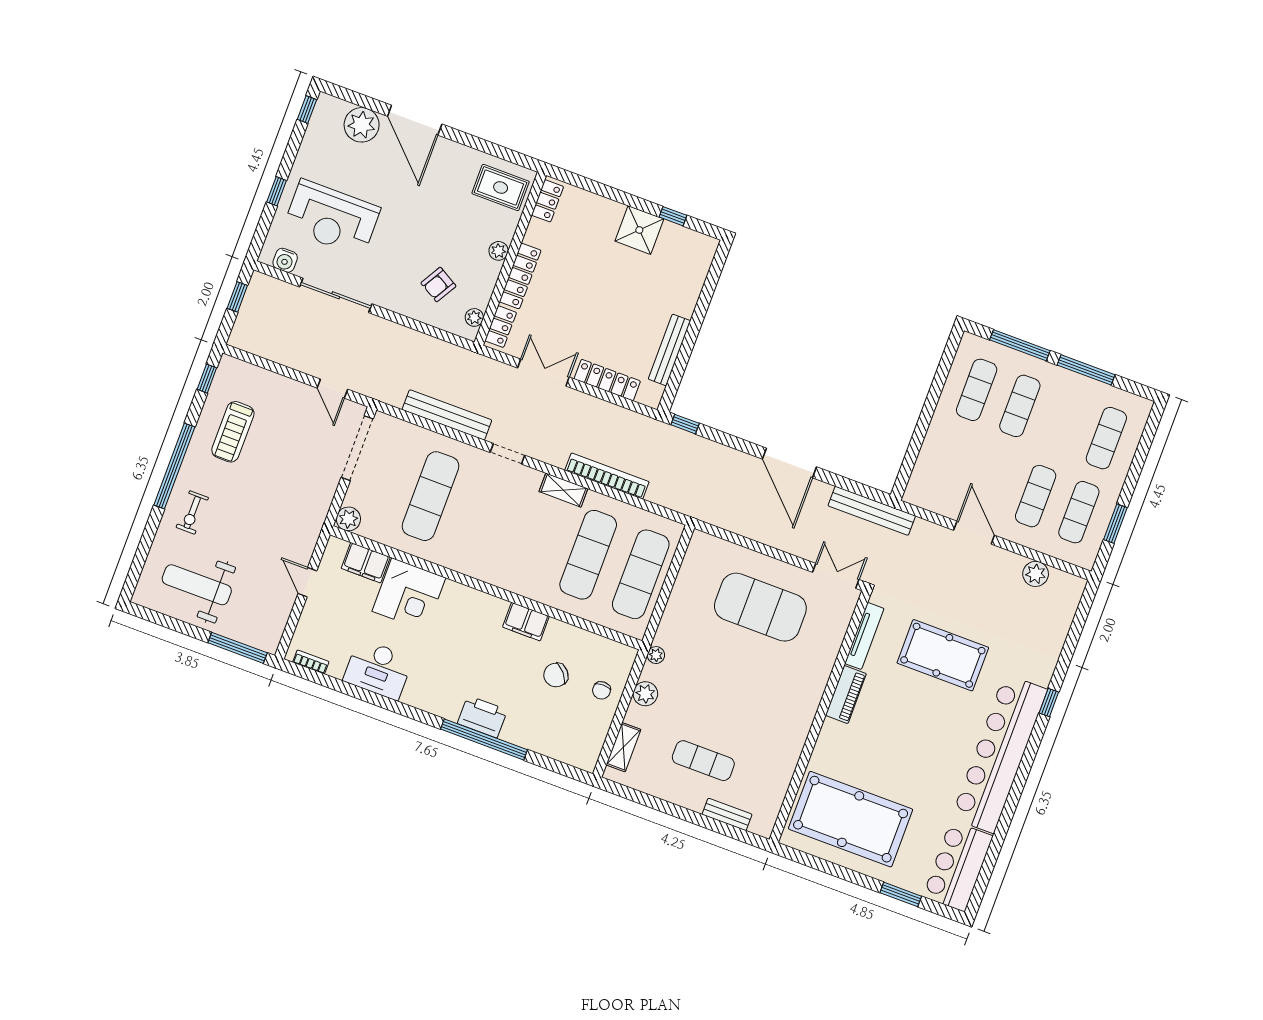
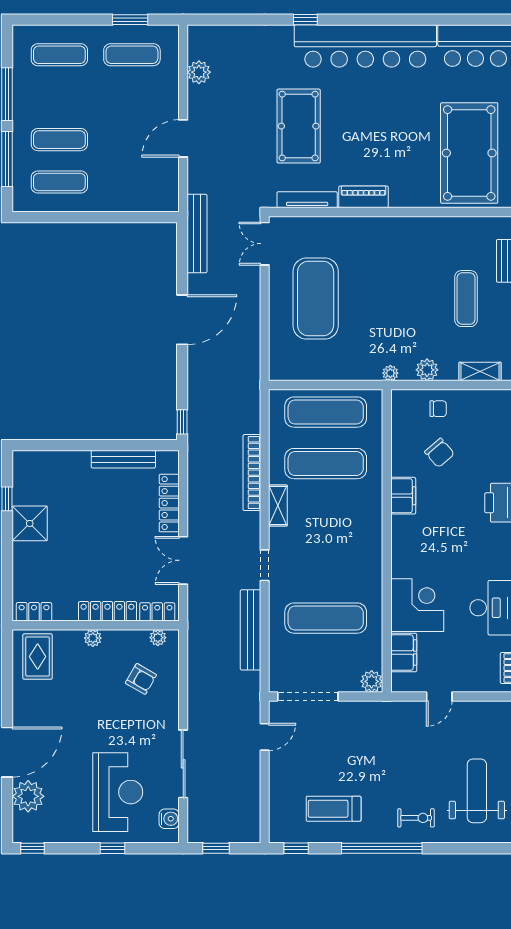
treadmill: (233, 432) -> (334, 809), turned 180
exercise mat: (1036, 496) -> (132, 97), removed
weight bench: (197, 585) -> (477, 791), turned 180

